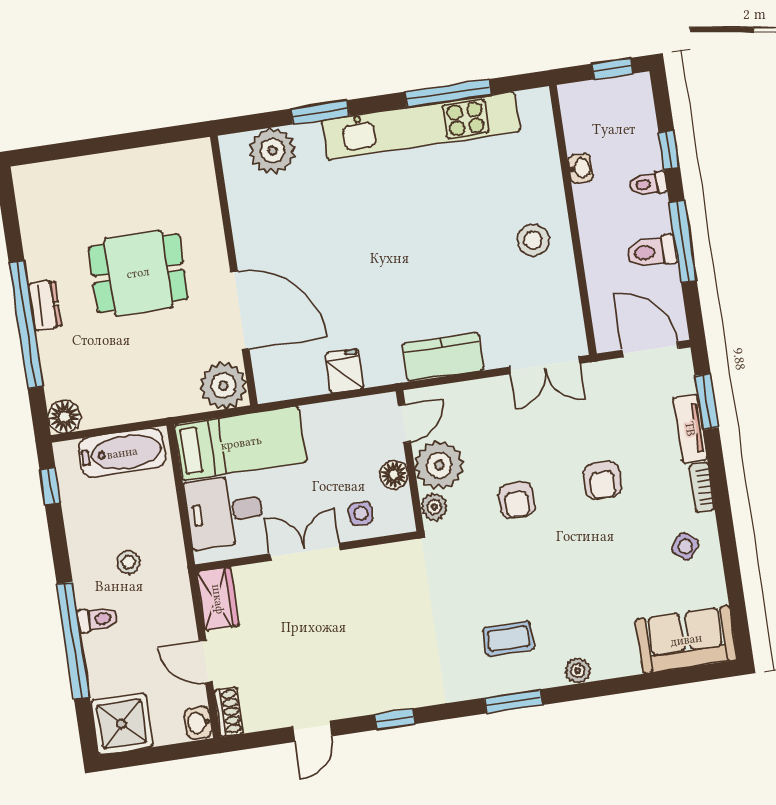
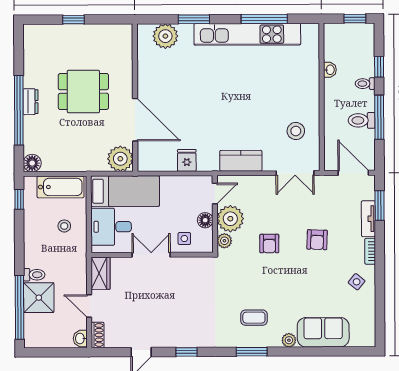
window: (101, 145) -> (74, 20), added
stool: (533, 240) -> (296, 131), moved
stool: (128, 562) -> (64, 226), moved
sofa: (686, 640) -> (323, 332), moved
window: (73, 641) -> (19, 307), moved
shower: (122, 724) -> (39, 298), moved

